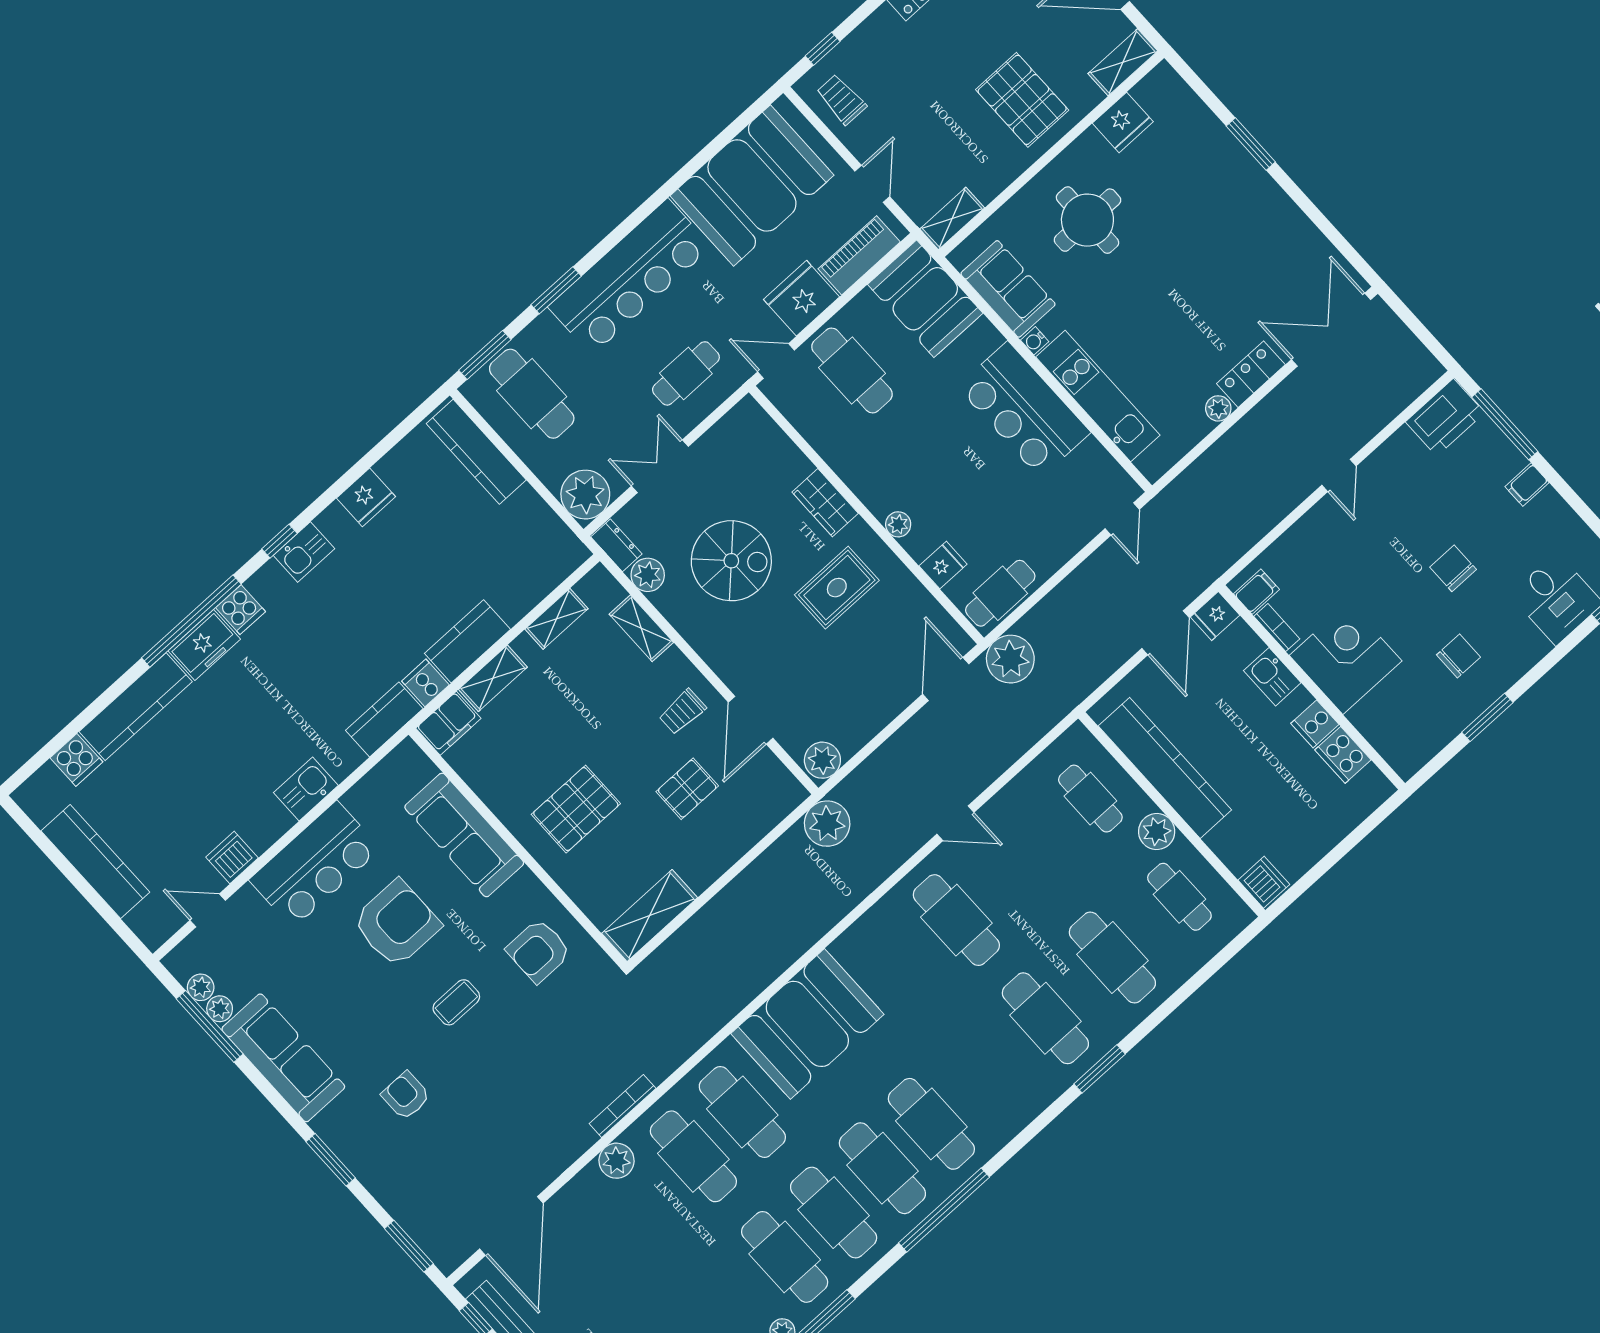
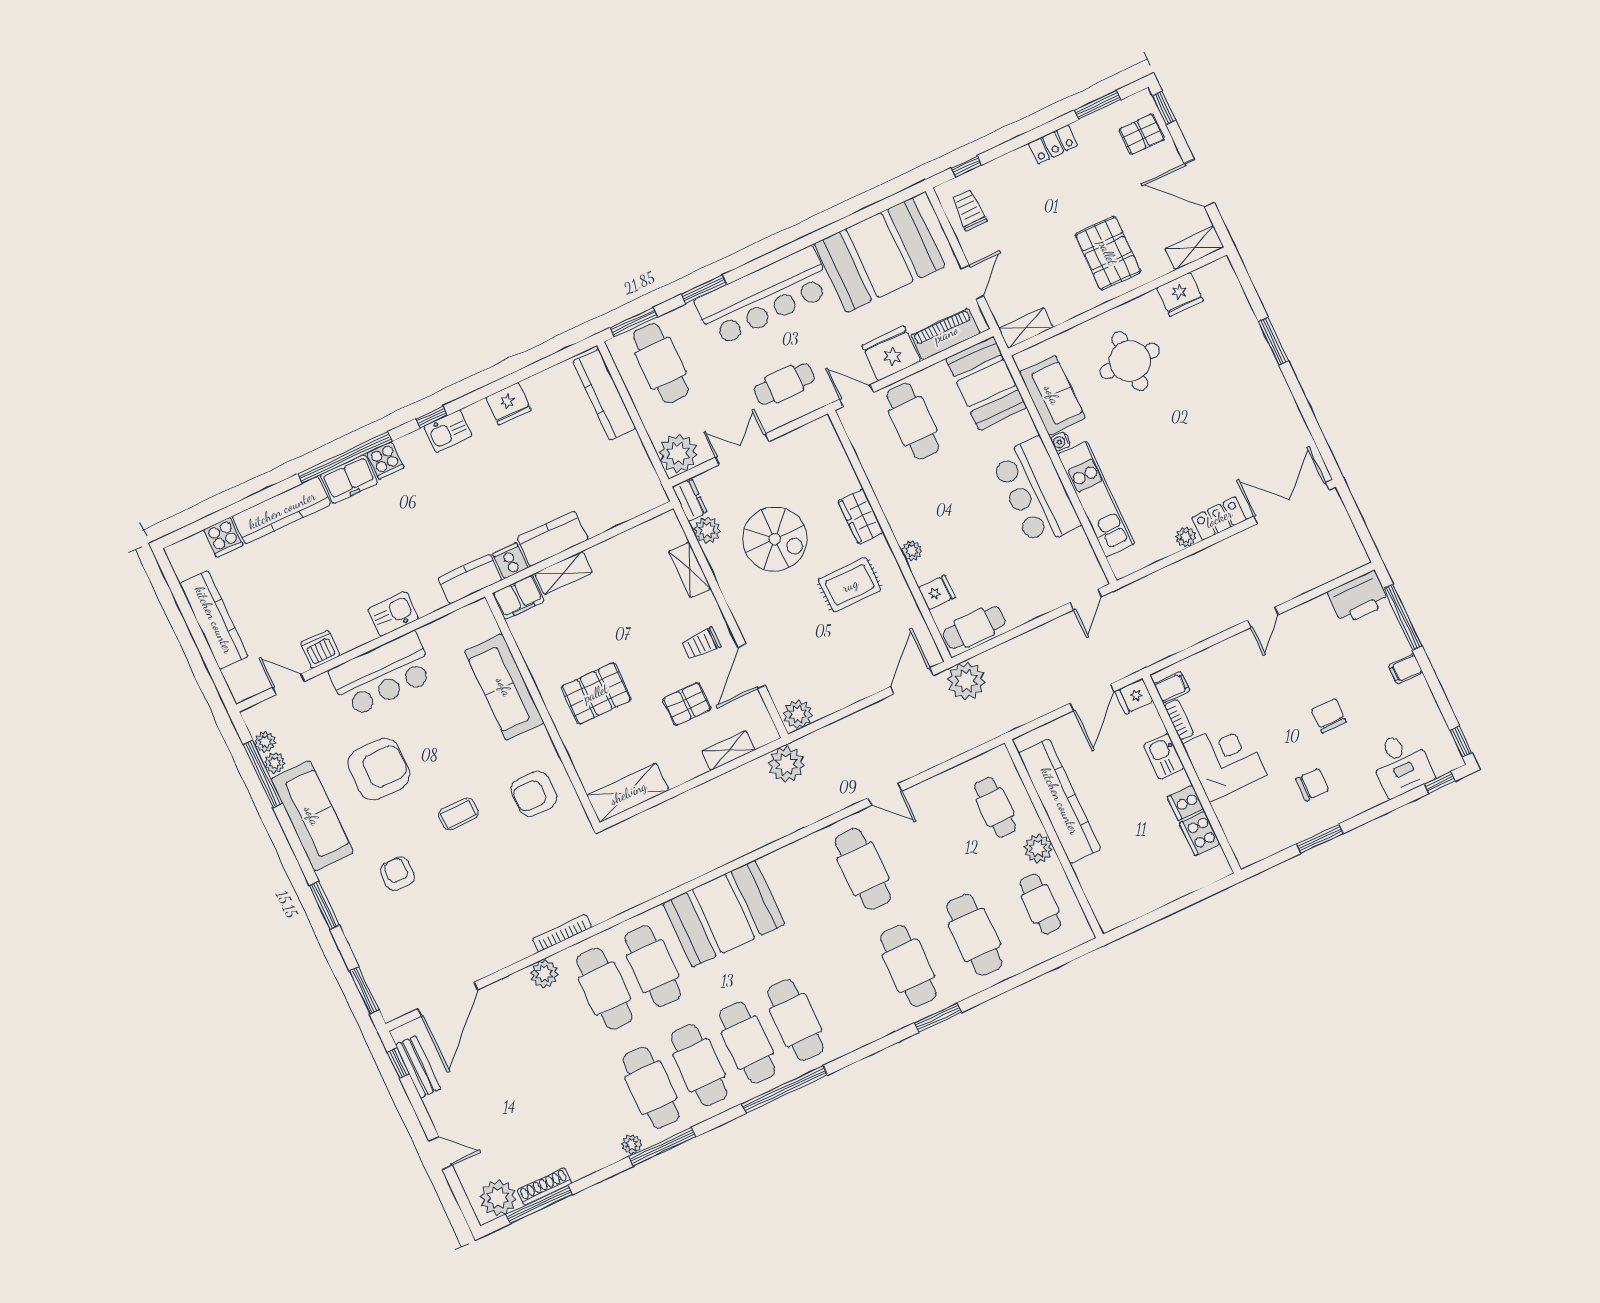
shelving: (556, 619) -> (728, 751), moved
dishwasher: (1264, 882) -> (1109, 913), removed
armchair: (397, 923) -> (379, 769), moved

